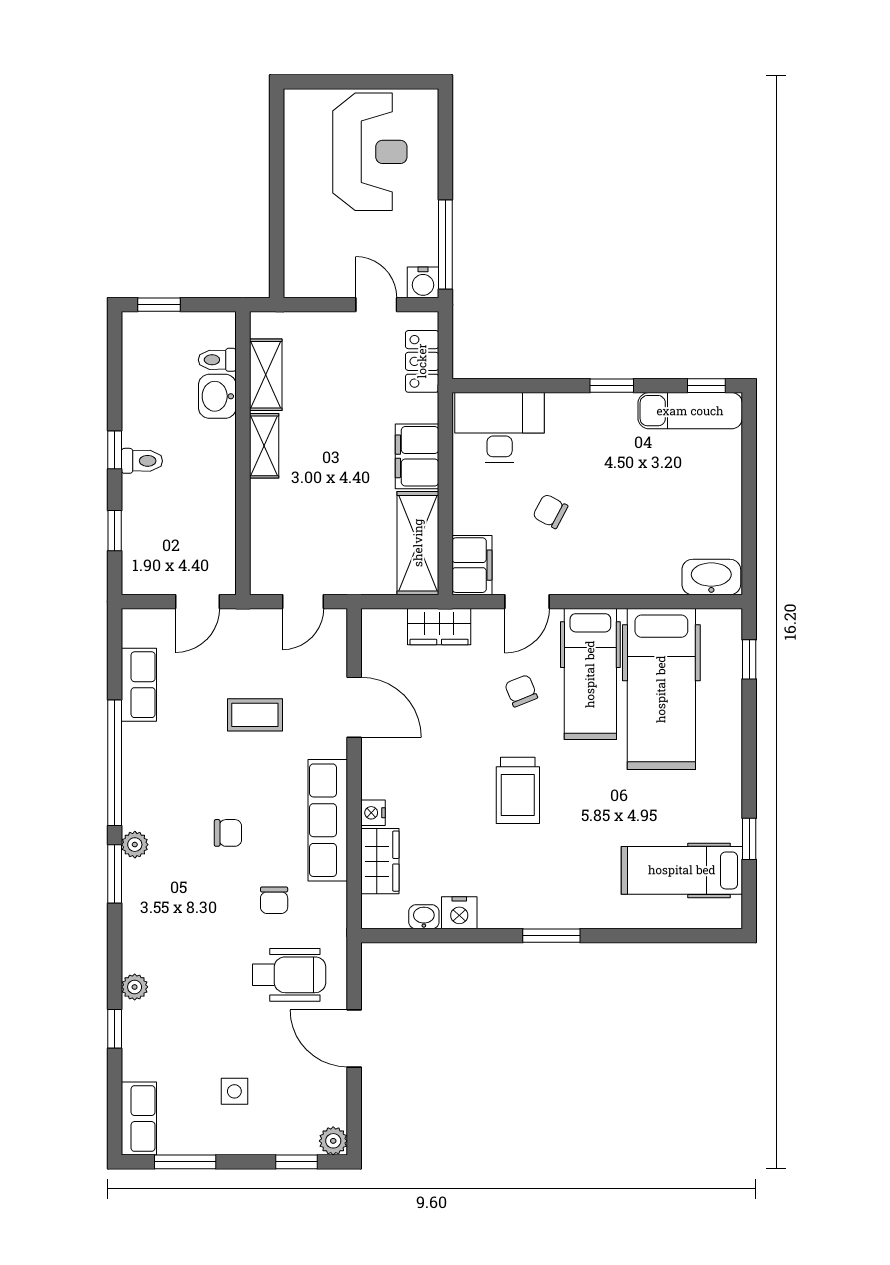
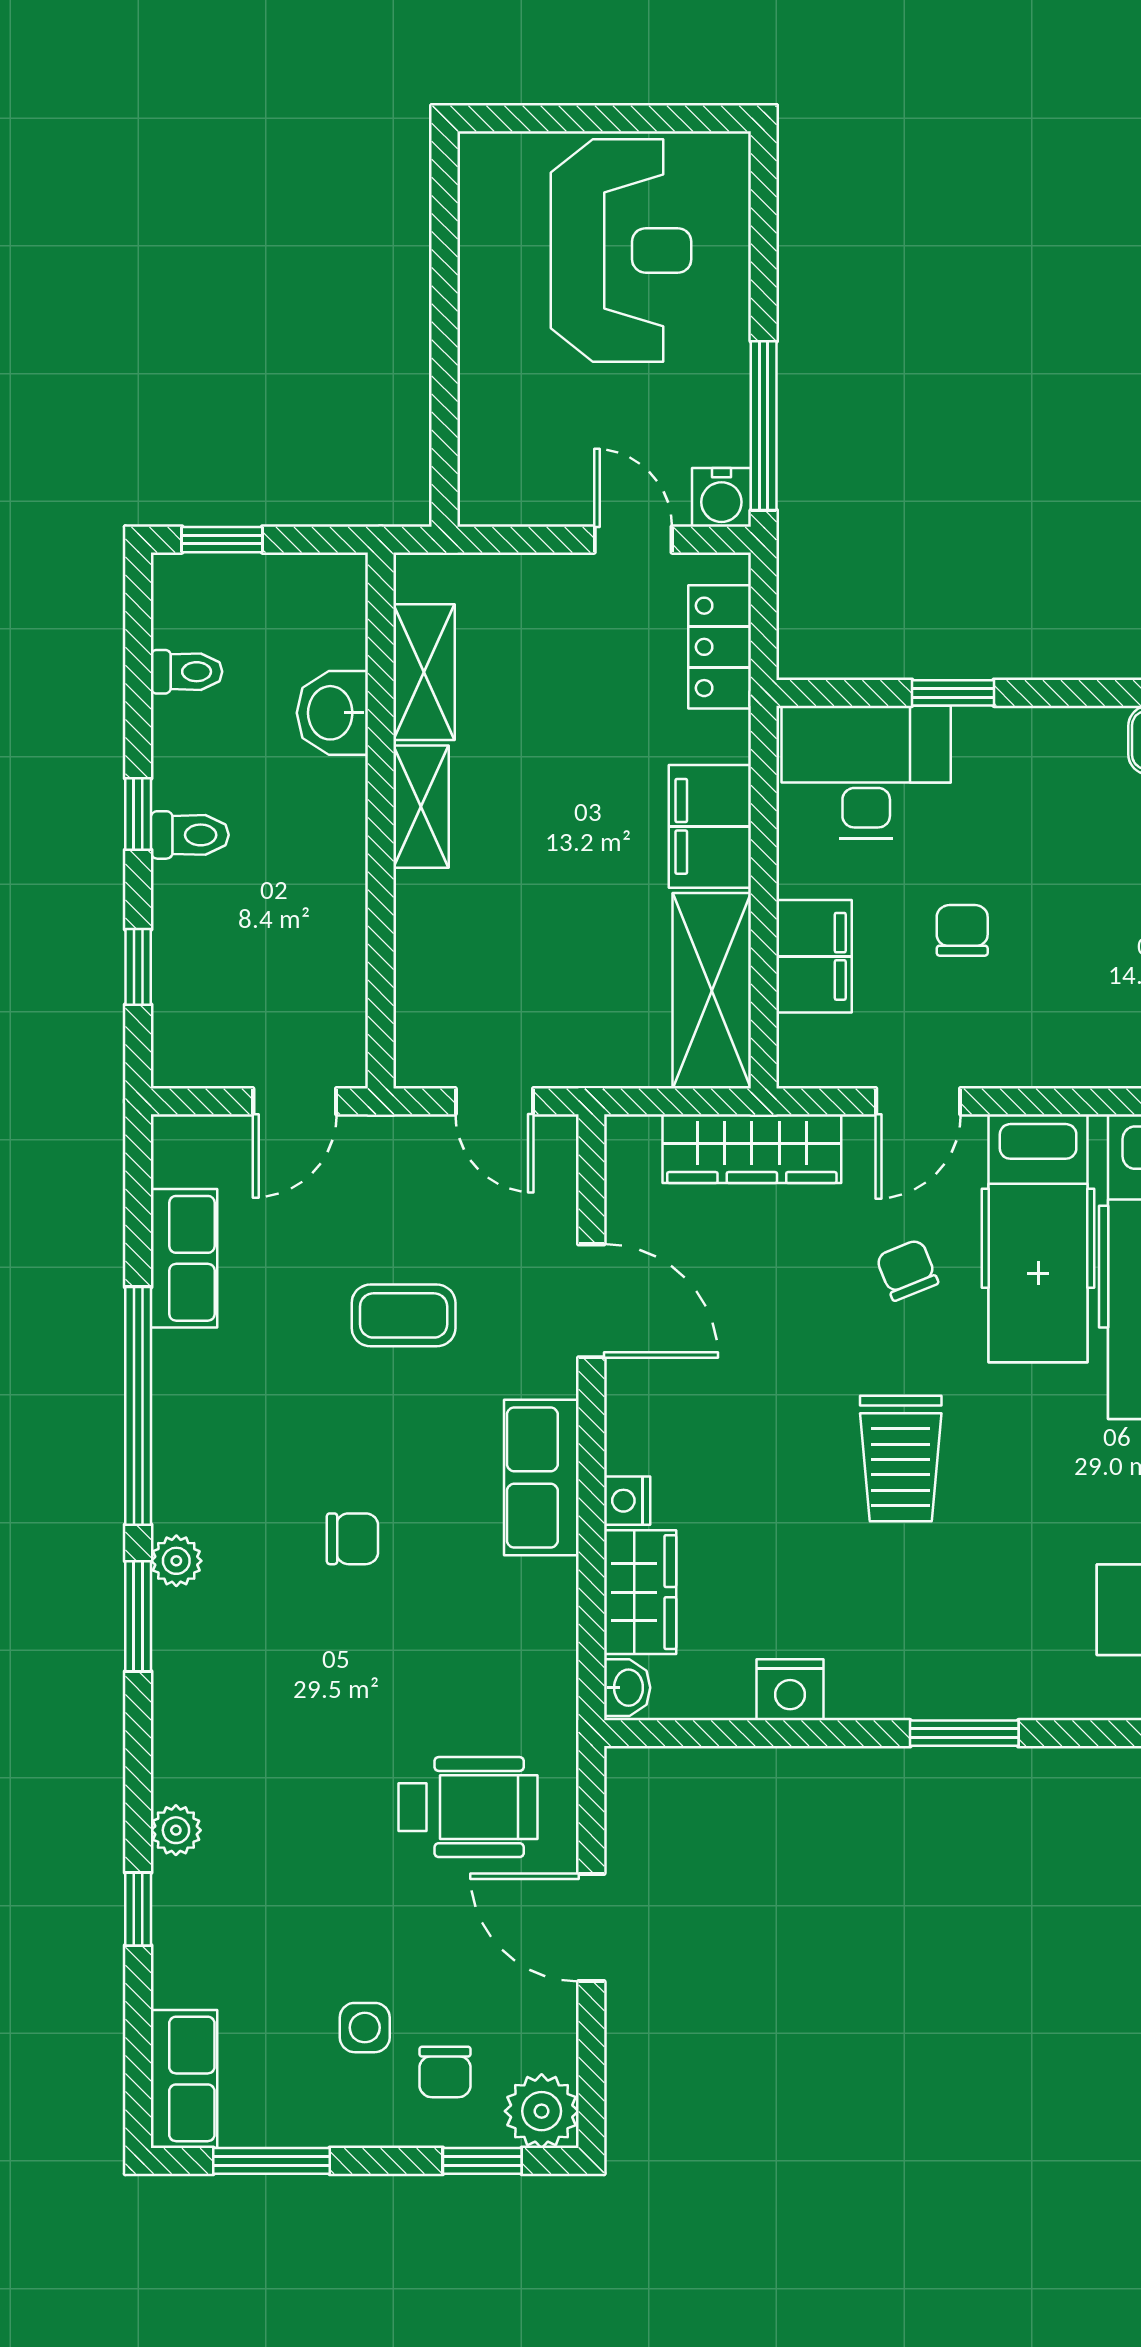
toilet: (217, 360) -> (187, 672), moved, turned 180
window: (612, 386) -> (953, 693), moved
chair: (550, 511) -> (962, 930), turned 62
filing cabinet: (472, 565) -> (814, 956), moved
door: (303, 602) -> (494, 1101), hinge flipped
wardrobe: (439, 627) -> (752, 1149), width x1.50
row of seats: (328, 820) -> (541, 1477), width x0.68
chair: (274, 900) -> (445, 2072), moved
washbasin: (424, 917) -> (627, 1688), moved, turned 90
plant: (333, 1141) -> (542, 2111), width x1.38, depth x1.38

